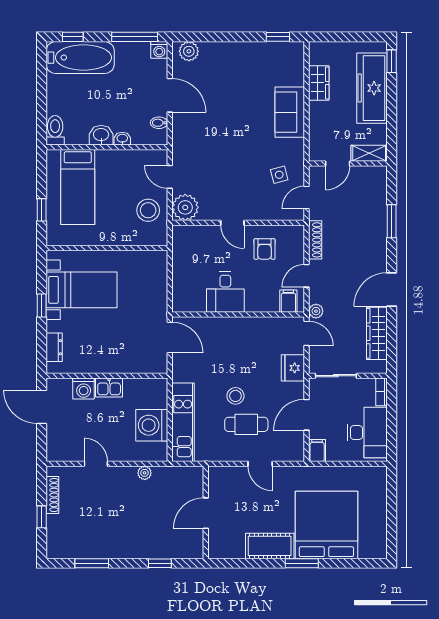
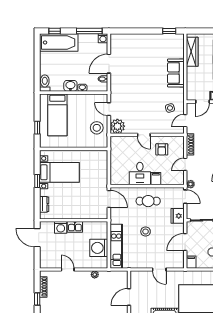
plant: (189, 51) -> (119, 39), removed
wardrobe: (319, 83) -> (192, 52), width x1.50
door: (170, 95) -> (109, 64), swing flipped
filing cabinet: (288, 301) -> (156, 179), moved
cafe table: (246, 424) -> (148, 201), moved

